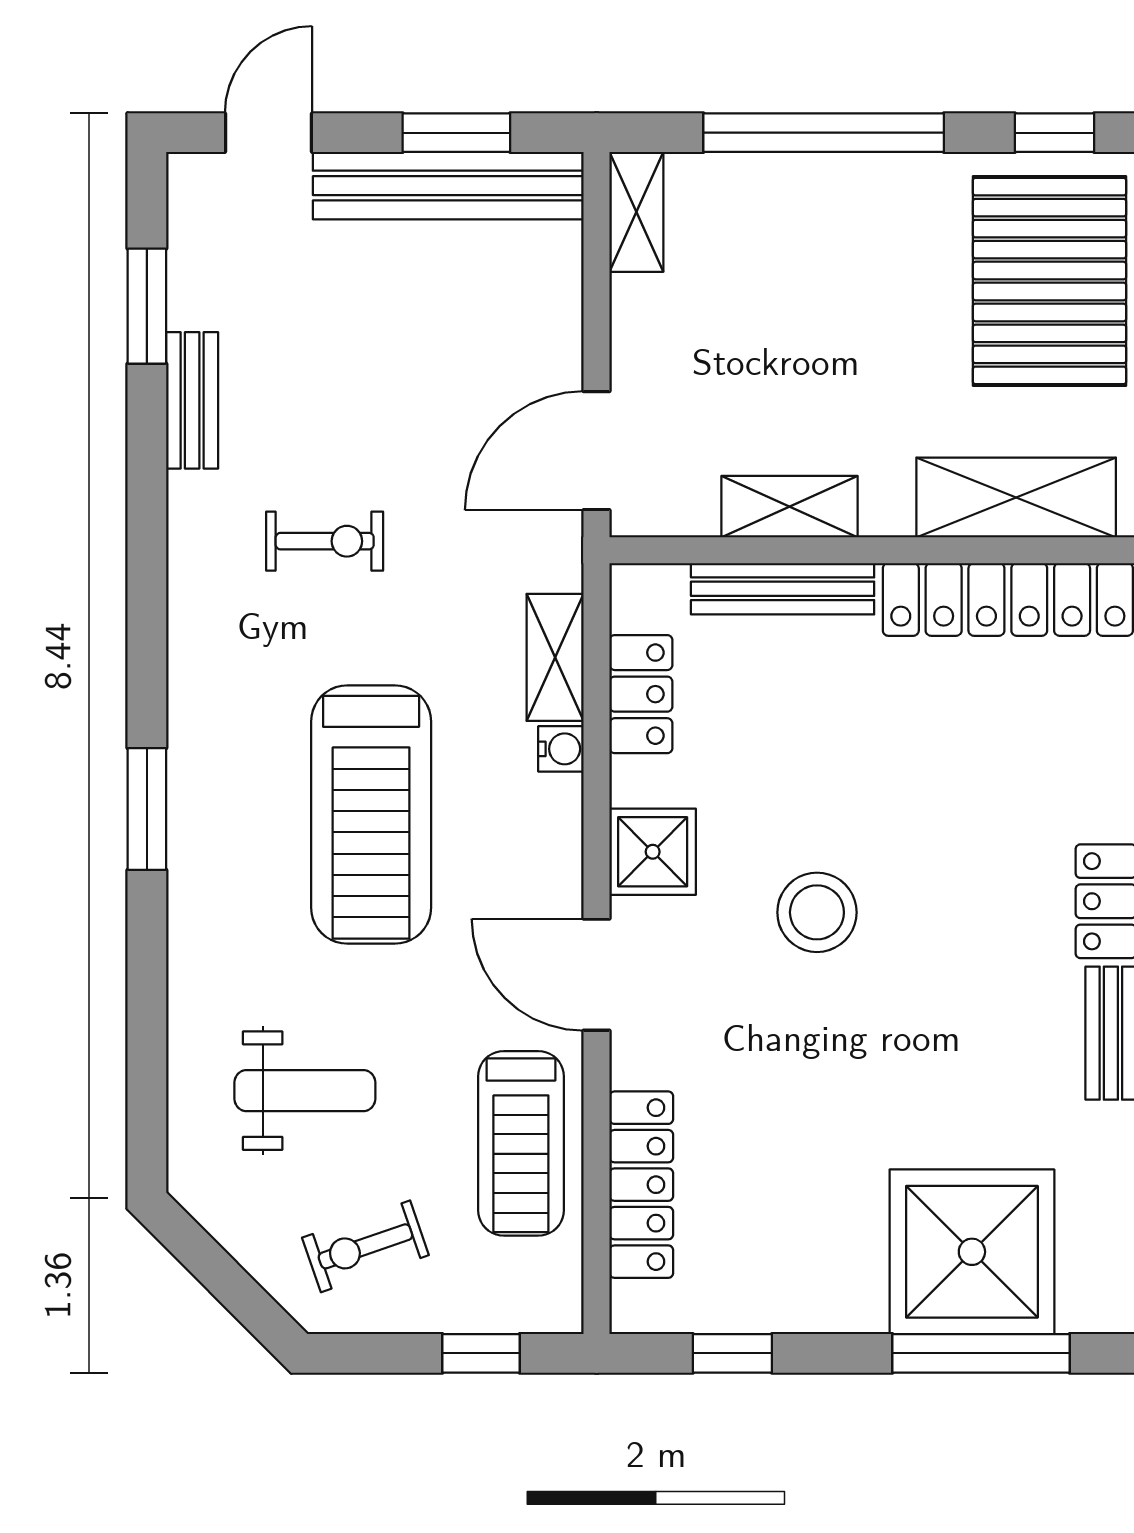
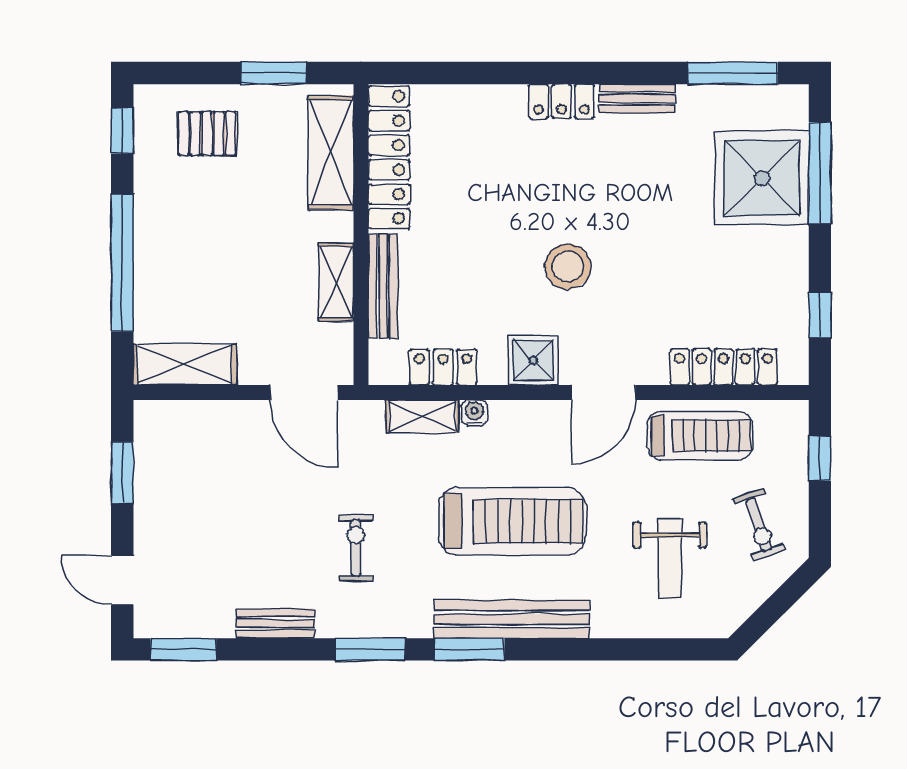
bench: (448, 186) -> (512, 619), moved, turned 90
shelving: (636, 212) -> (185, 365), width x1.50, depth x1.33
pallet: (1050, 281) -> (207, 134), width x0.49, depth x0.50
window: (147, 306) -> (183, 649), moved
window: (147, 566) -> (370, 649), added
window: (147, 809) -> (470, 649), moved
weight bench: (305, 1091) -> (670, 559), turned 180

